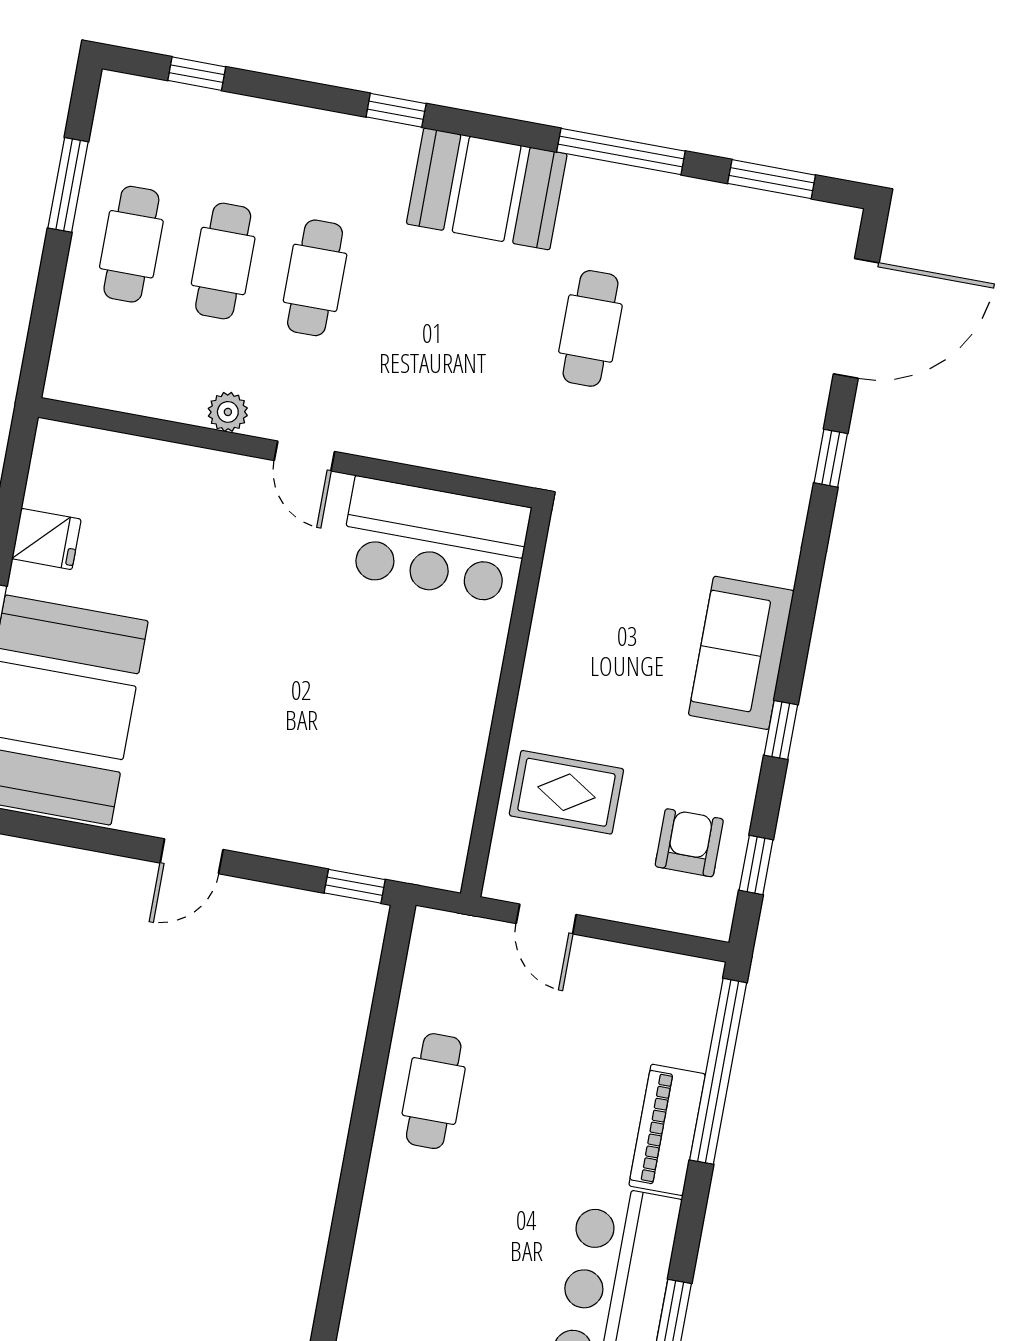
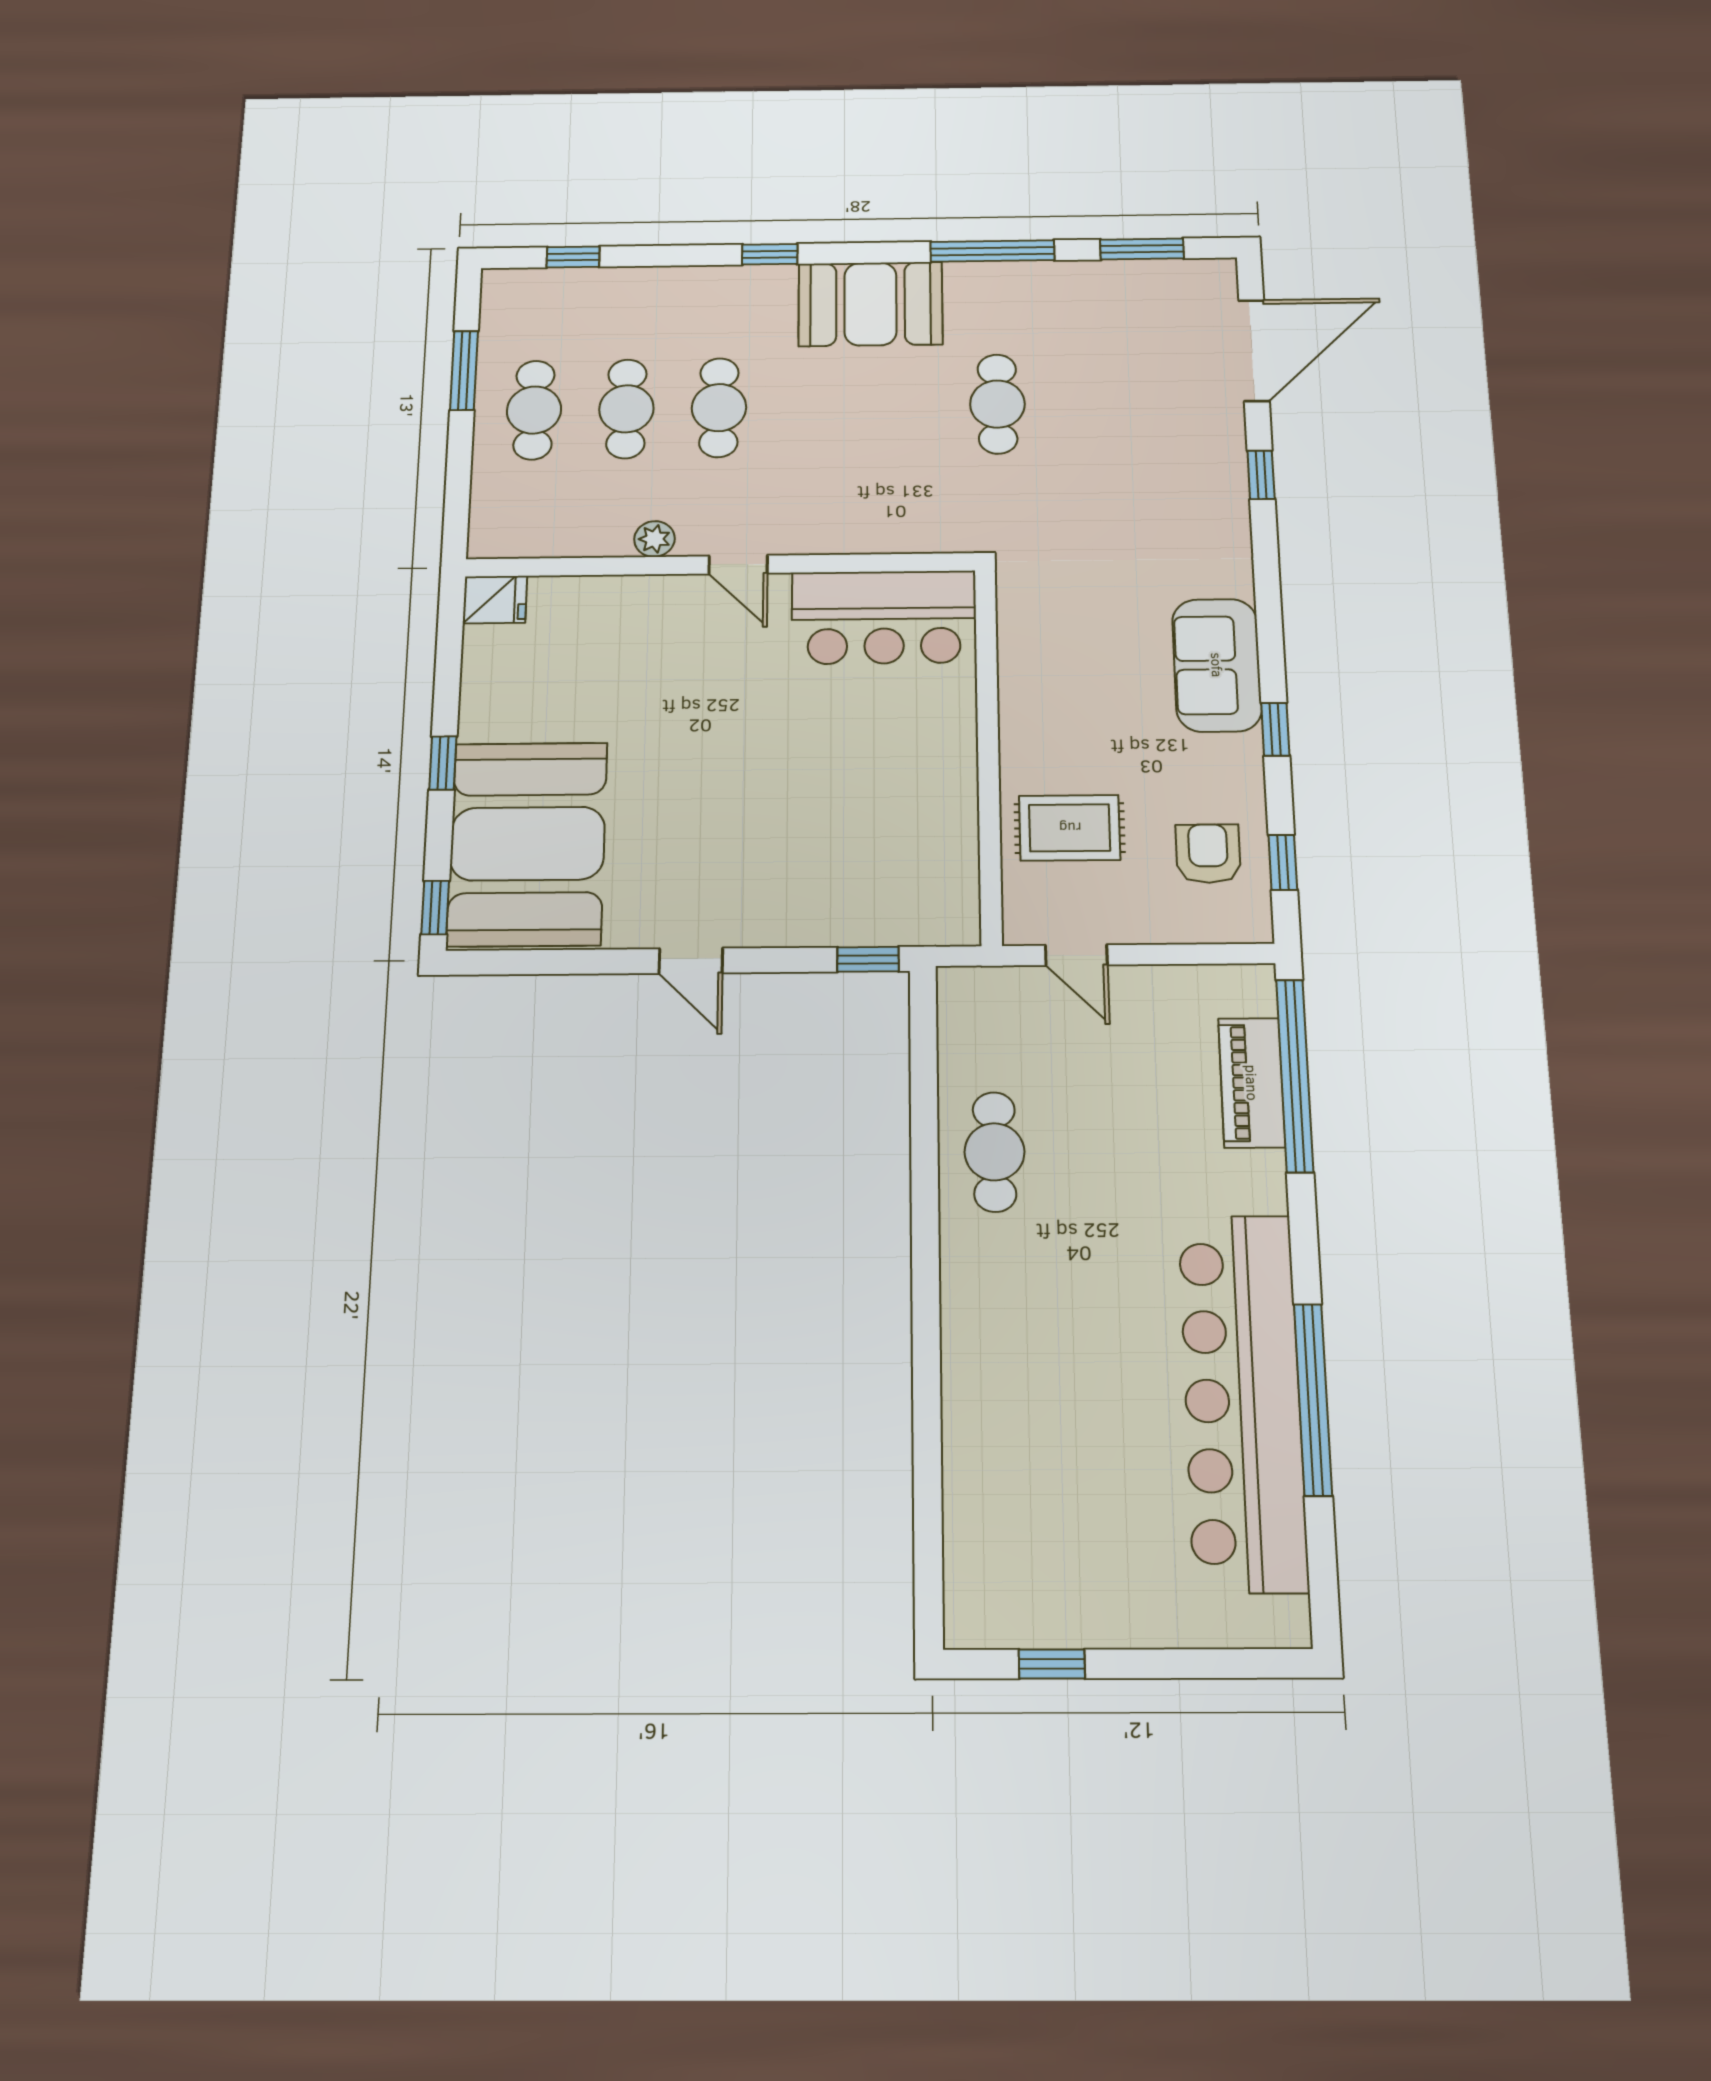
fridge: (46, 539) -> (495, 600), moved
door: (192, 856) -> (691, 961), hinge flipped
piano: (667, 1130) -> (1252, 1083), moved

